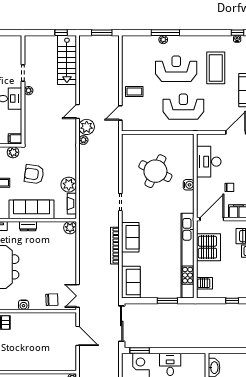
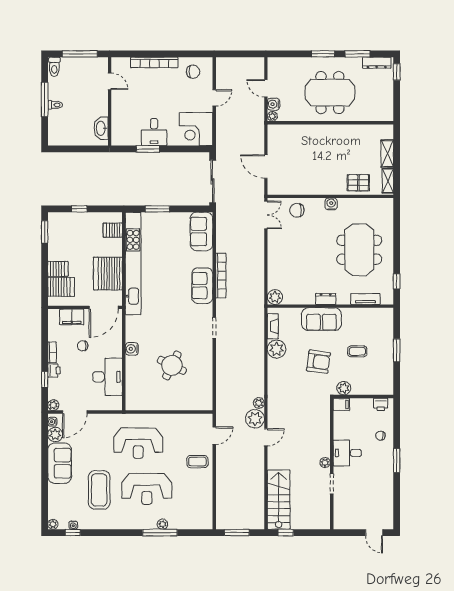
round table: (155, 171) -> (172, 365), width x0.73, depth x0.73
sofa: (32, 209) -> (321, 319), width x0.73
window: (140, 350) -> (148, 149), moved

